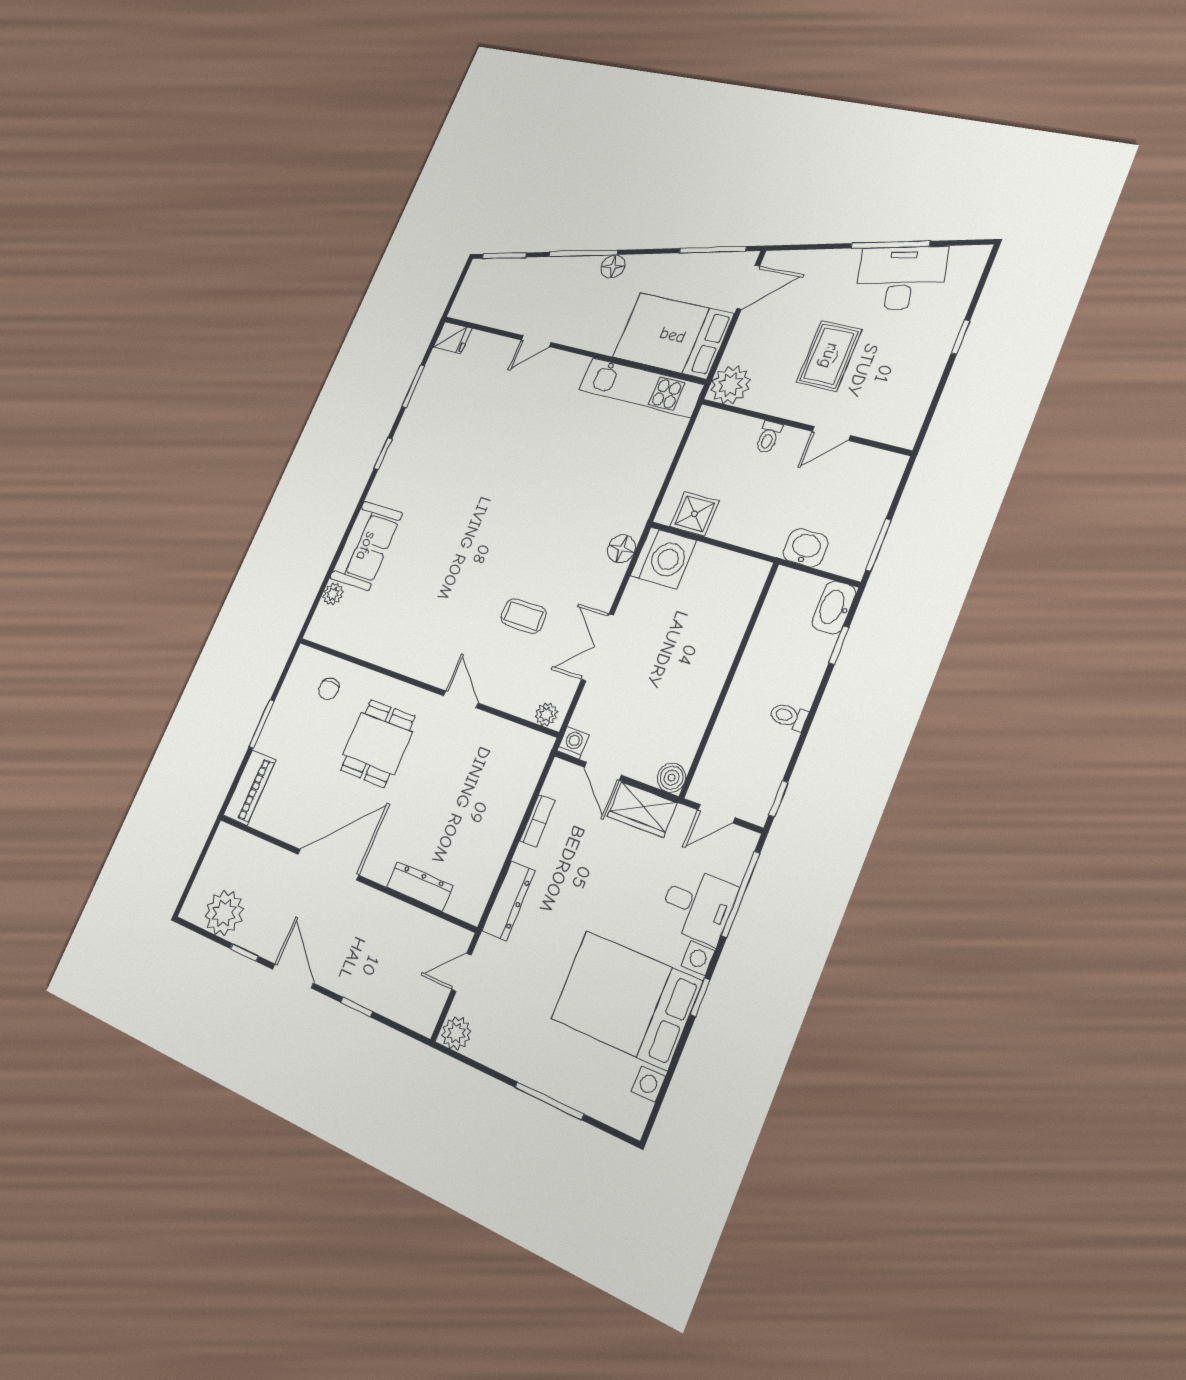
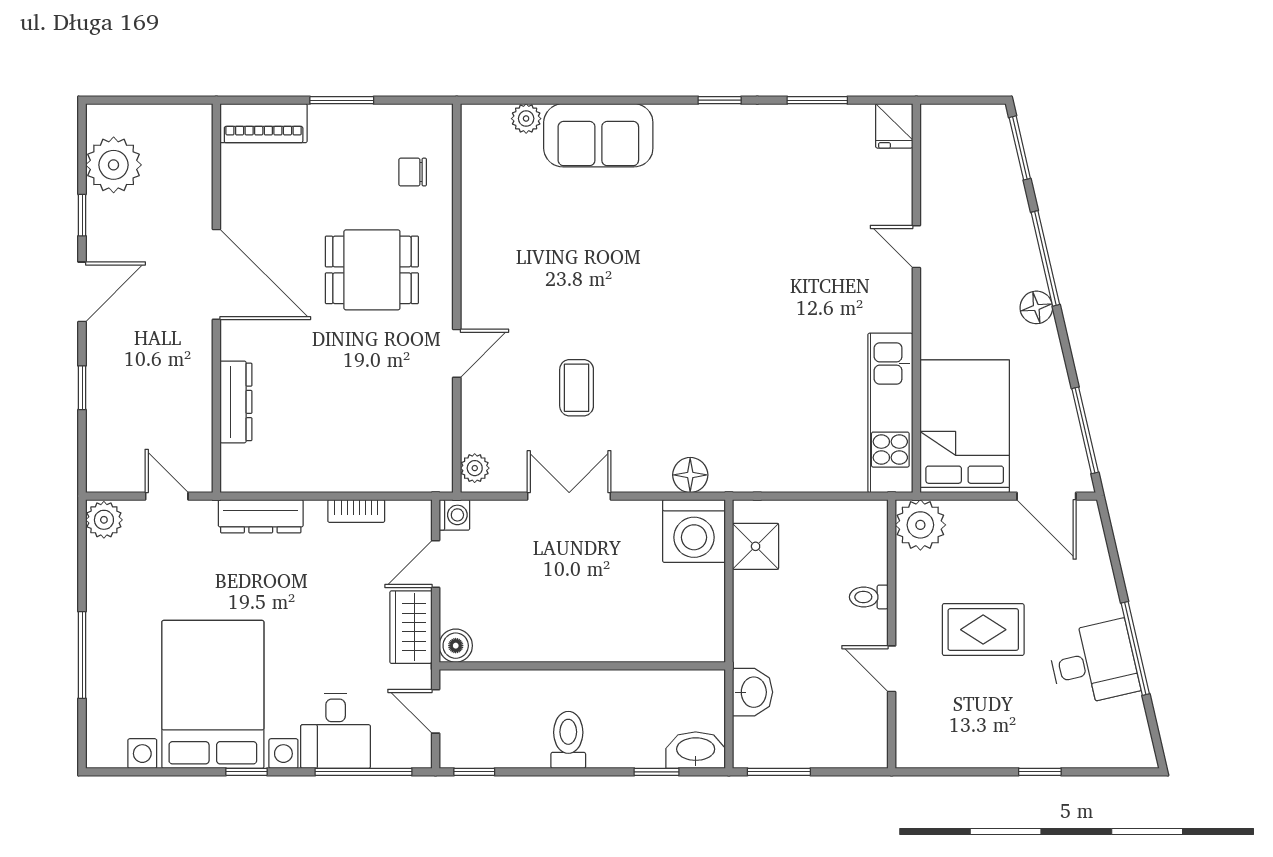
desk: (901, 278) -> (1093, 663), width x0.73
toilet: (789, 716) -> (568, 740), width x1.37, depth x1.39

